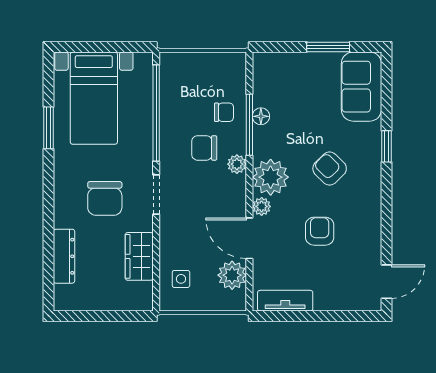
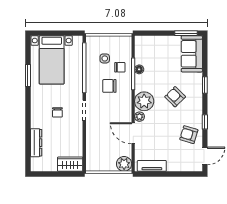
window: (328, 47) -> (186, 33), moved
plant: (237, 164) -> (127, 94), removed
chair: (105, 198) -> (57, 112), width x0.54, depth x0.54
window: (386, 217) -> (205, 122), added
armchair: (320, 231) -> (189, 135), moved, turned -73
wardrobe: (139, 256) -> (70, 164), moved, turned 90
plant: (232, 275) -> (124, 164), moved
side table: (181, 279) -> (105, 58), moved

